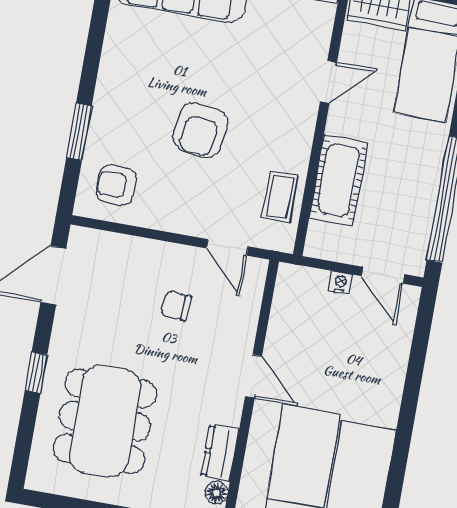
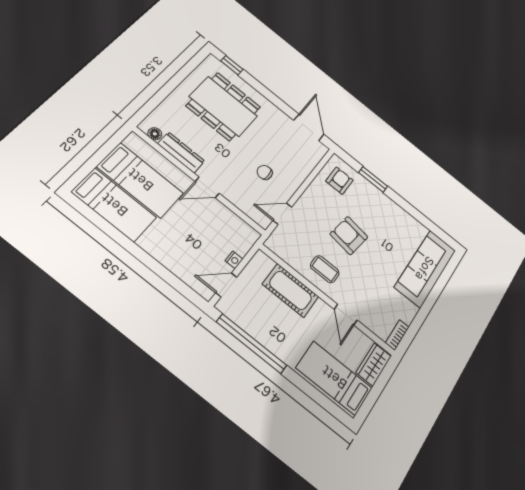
coffee table: (280, 197) -> (325, 269), moved
chair: (176, 306) -> (265, 172), turned -94
window: (36, 373) -> (232, 65), moved
dresser: (220, 452) -> (181, 152), width x1.44

